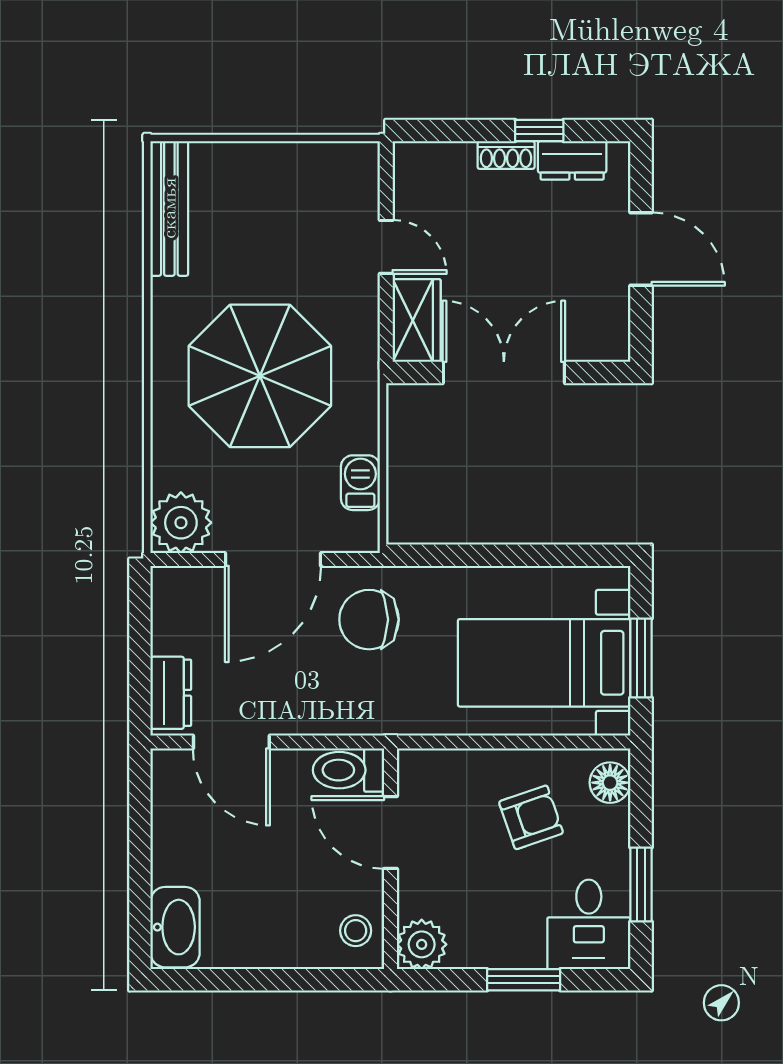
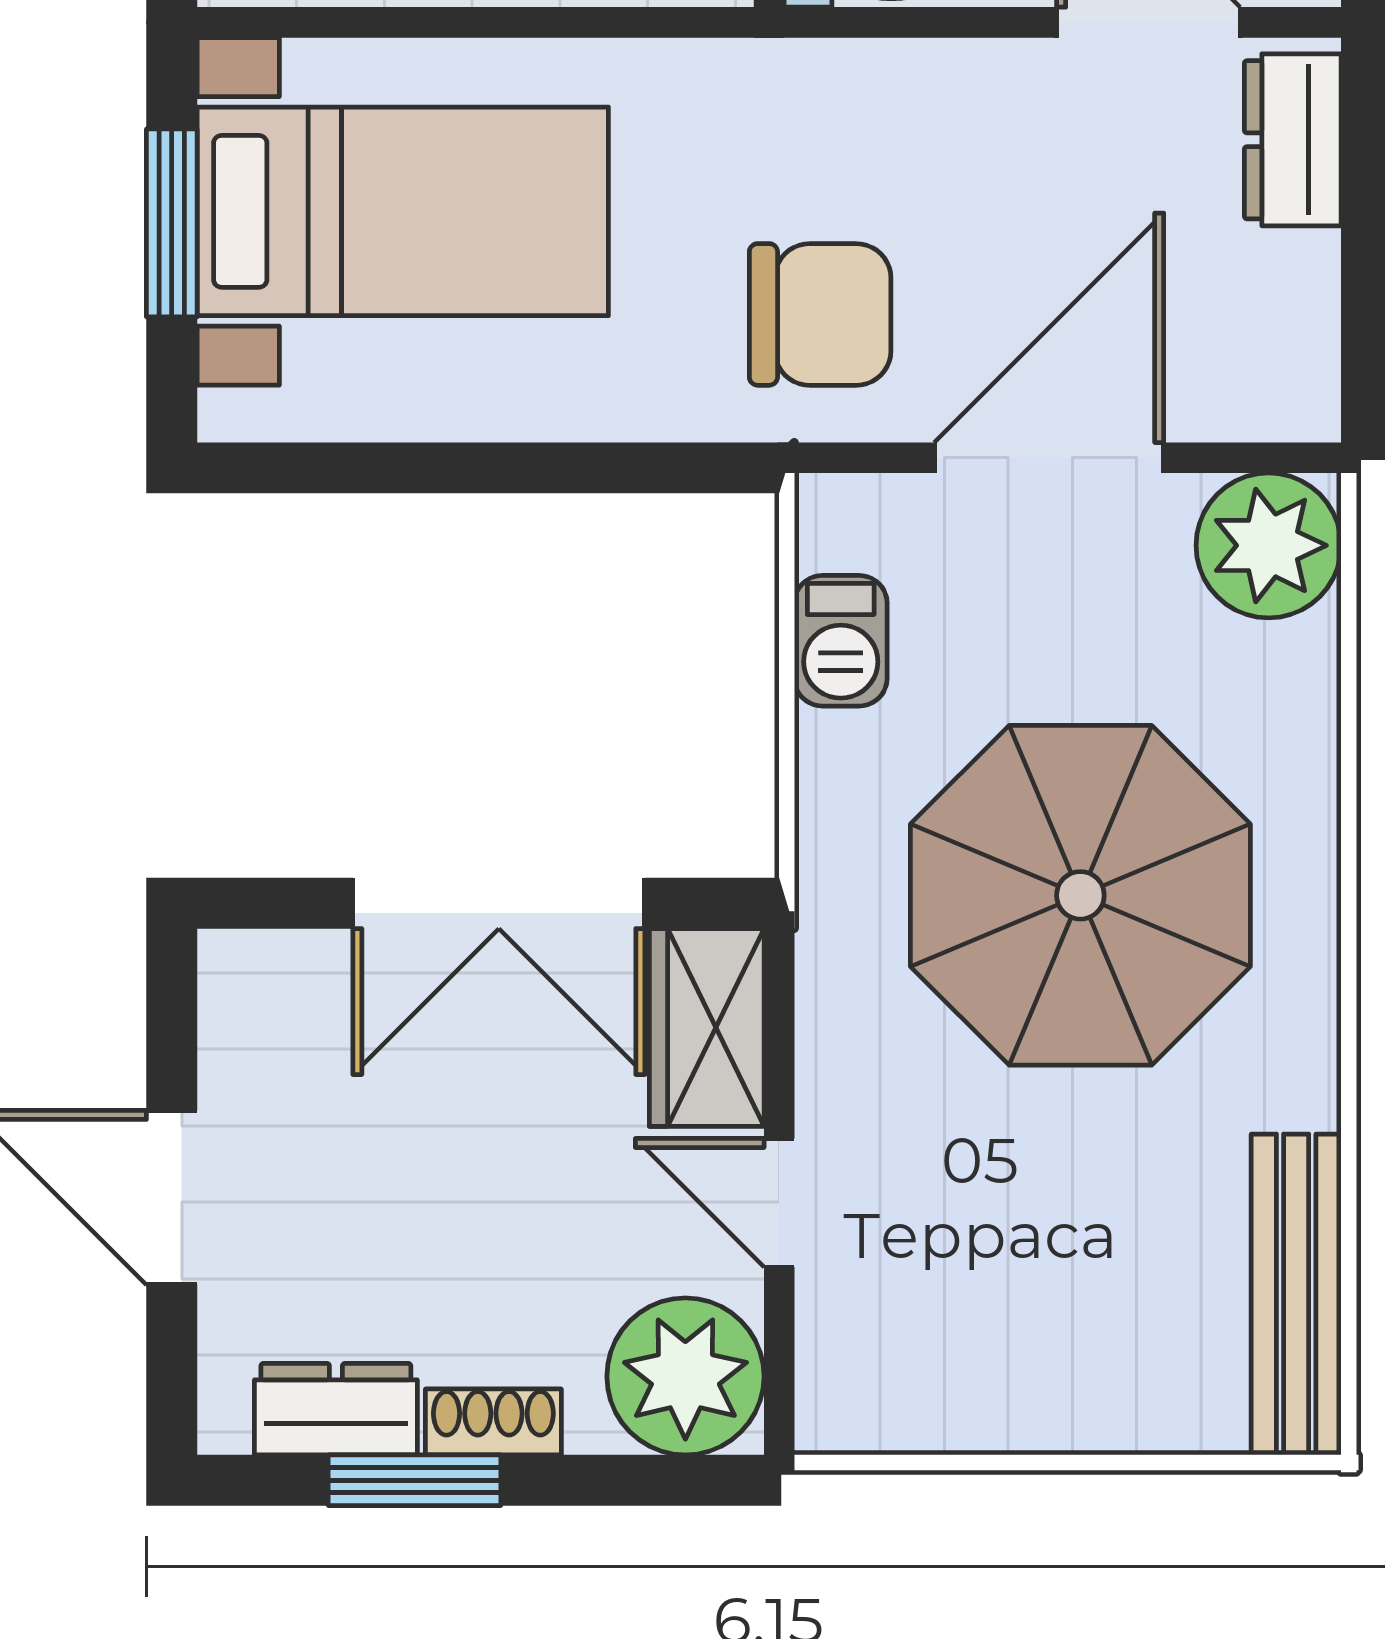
window: (539, 131) -> (414, 1480), width x1.50
plant: (426, 174) -> (685, 1376), added

